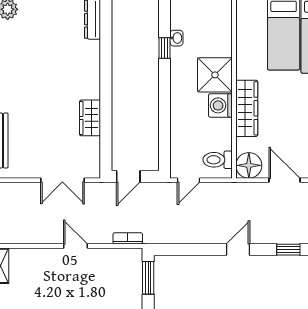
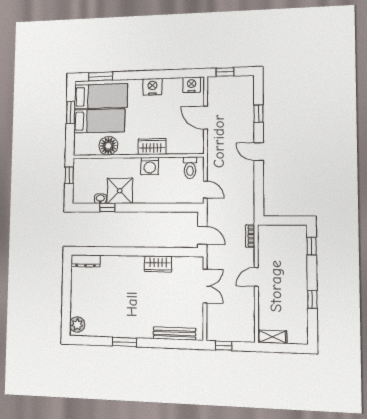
shower: (215, 75) -> (120, 191), moved
wardrobe: (247, 108) -> (152, 147), width x0.67
floor lamp: (249, 165) -> (108, 146), moved
door: (284, 180) -> (206, 118), hinge flipped
window: (148, 278) -> (281, 221), removed

